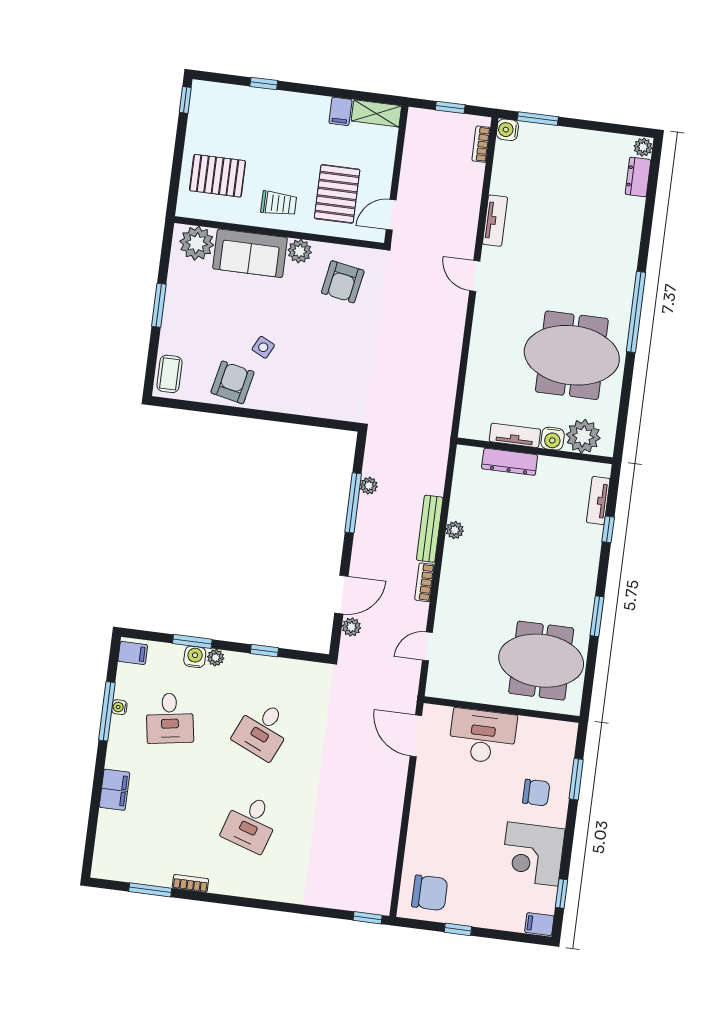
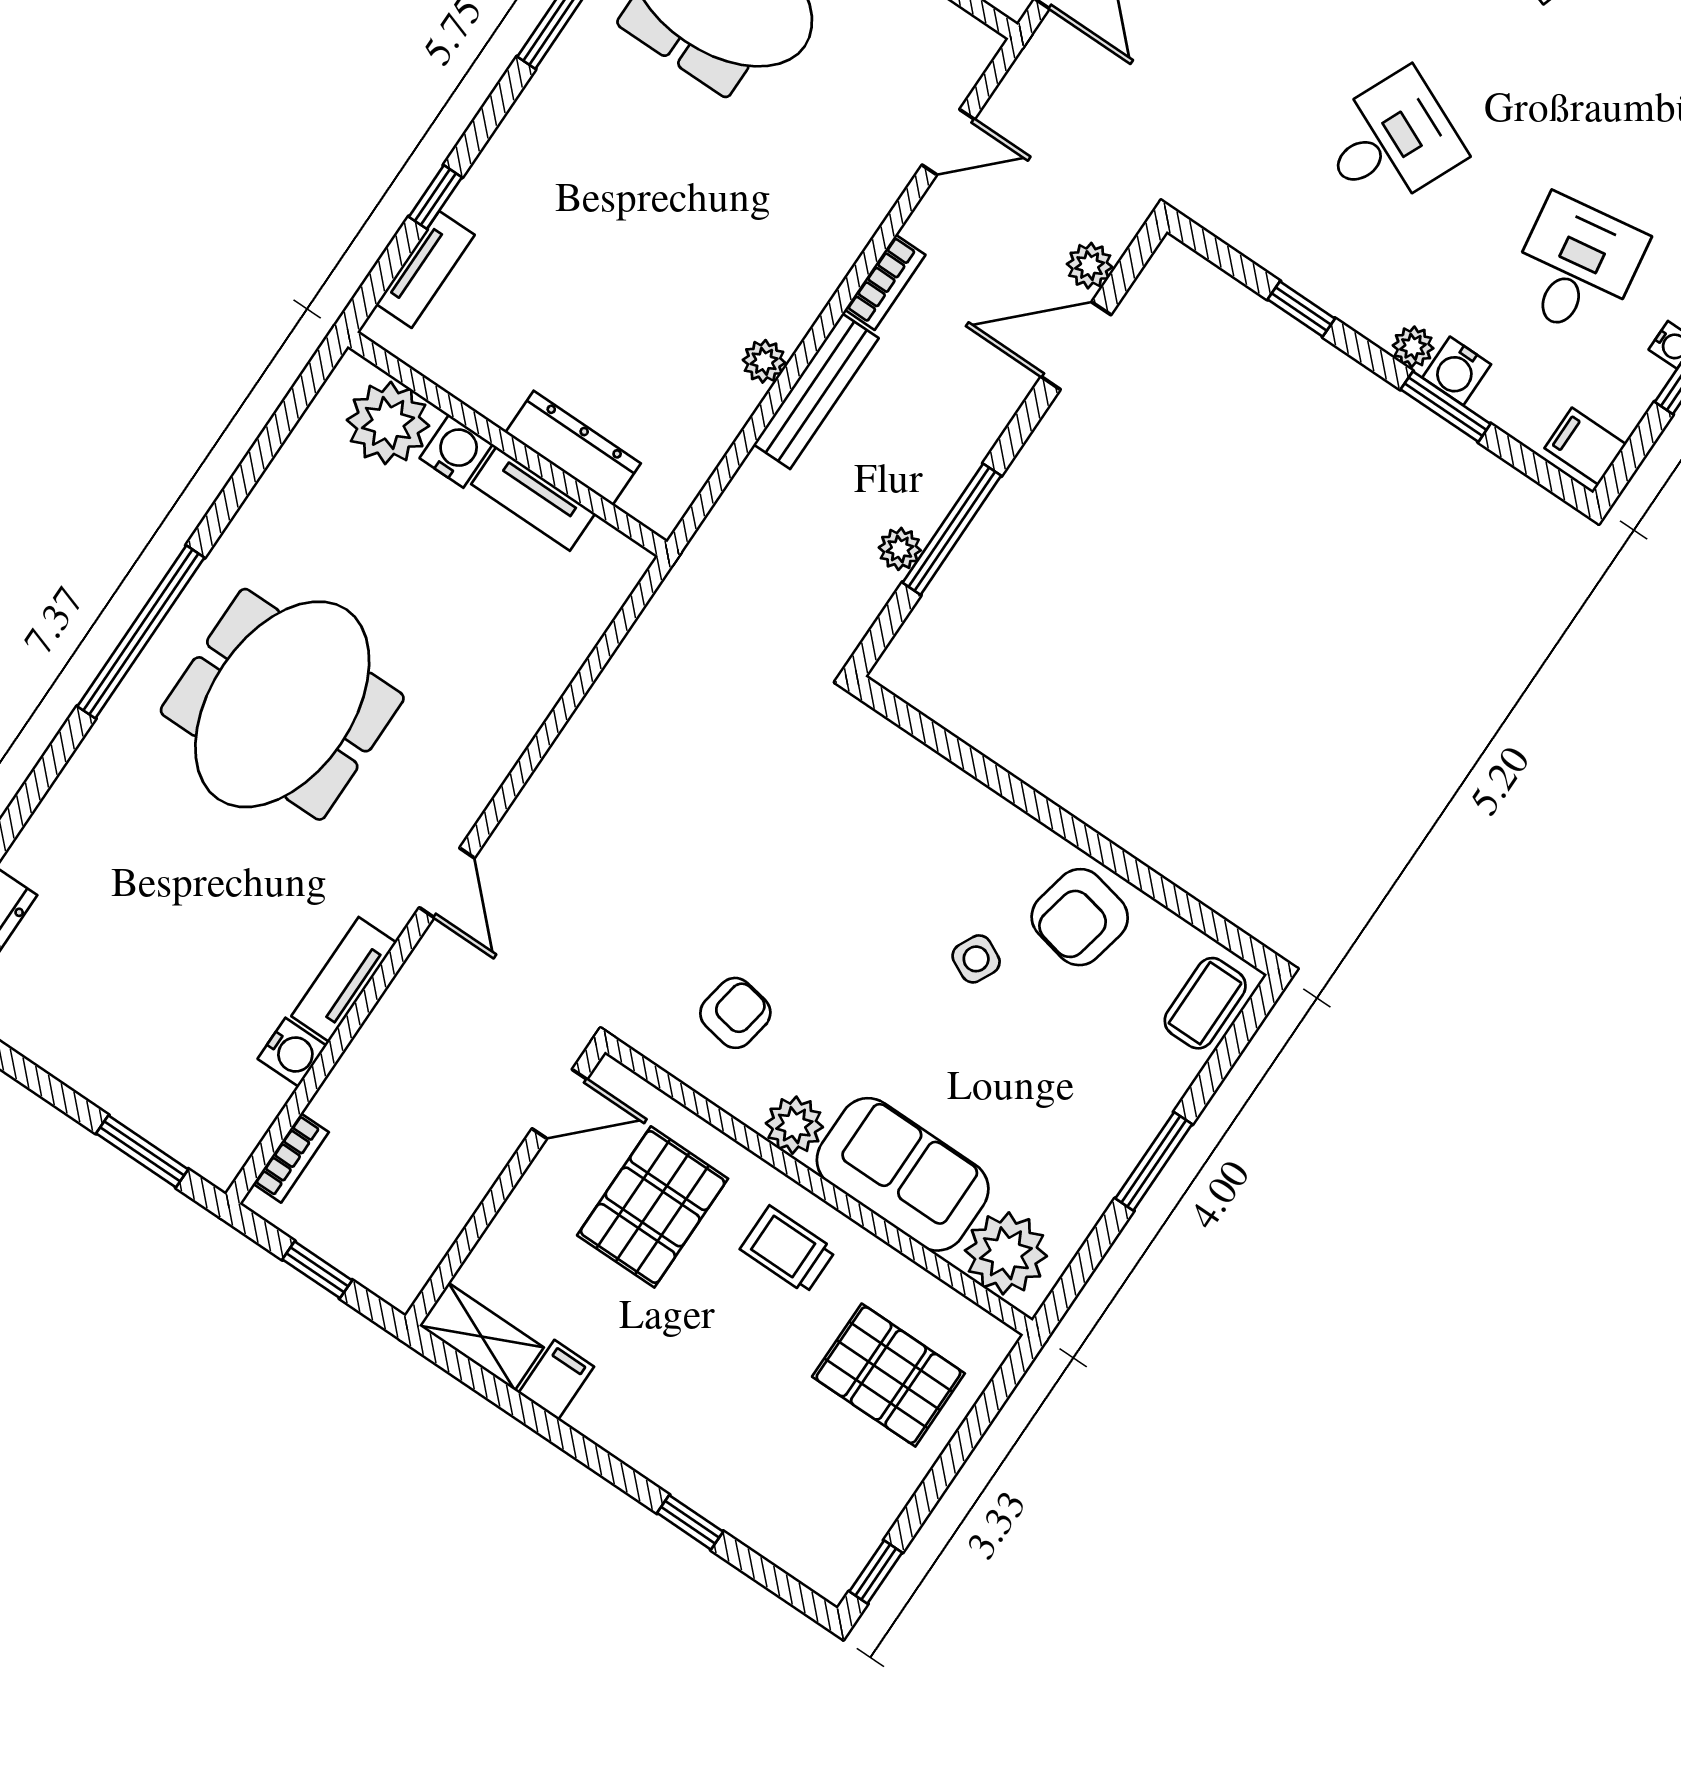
water cooler: (507, 130) -> (292, 1052), moved
armchair: (343, 282) -> (735, 1013), width x0.72, depth x0.72
meeting table: (572, 355) -> (282, 704), moved, turned 90

